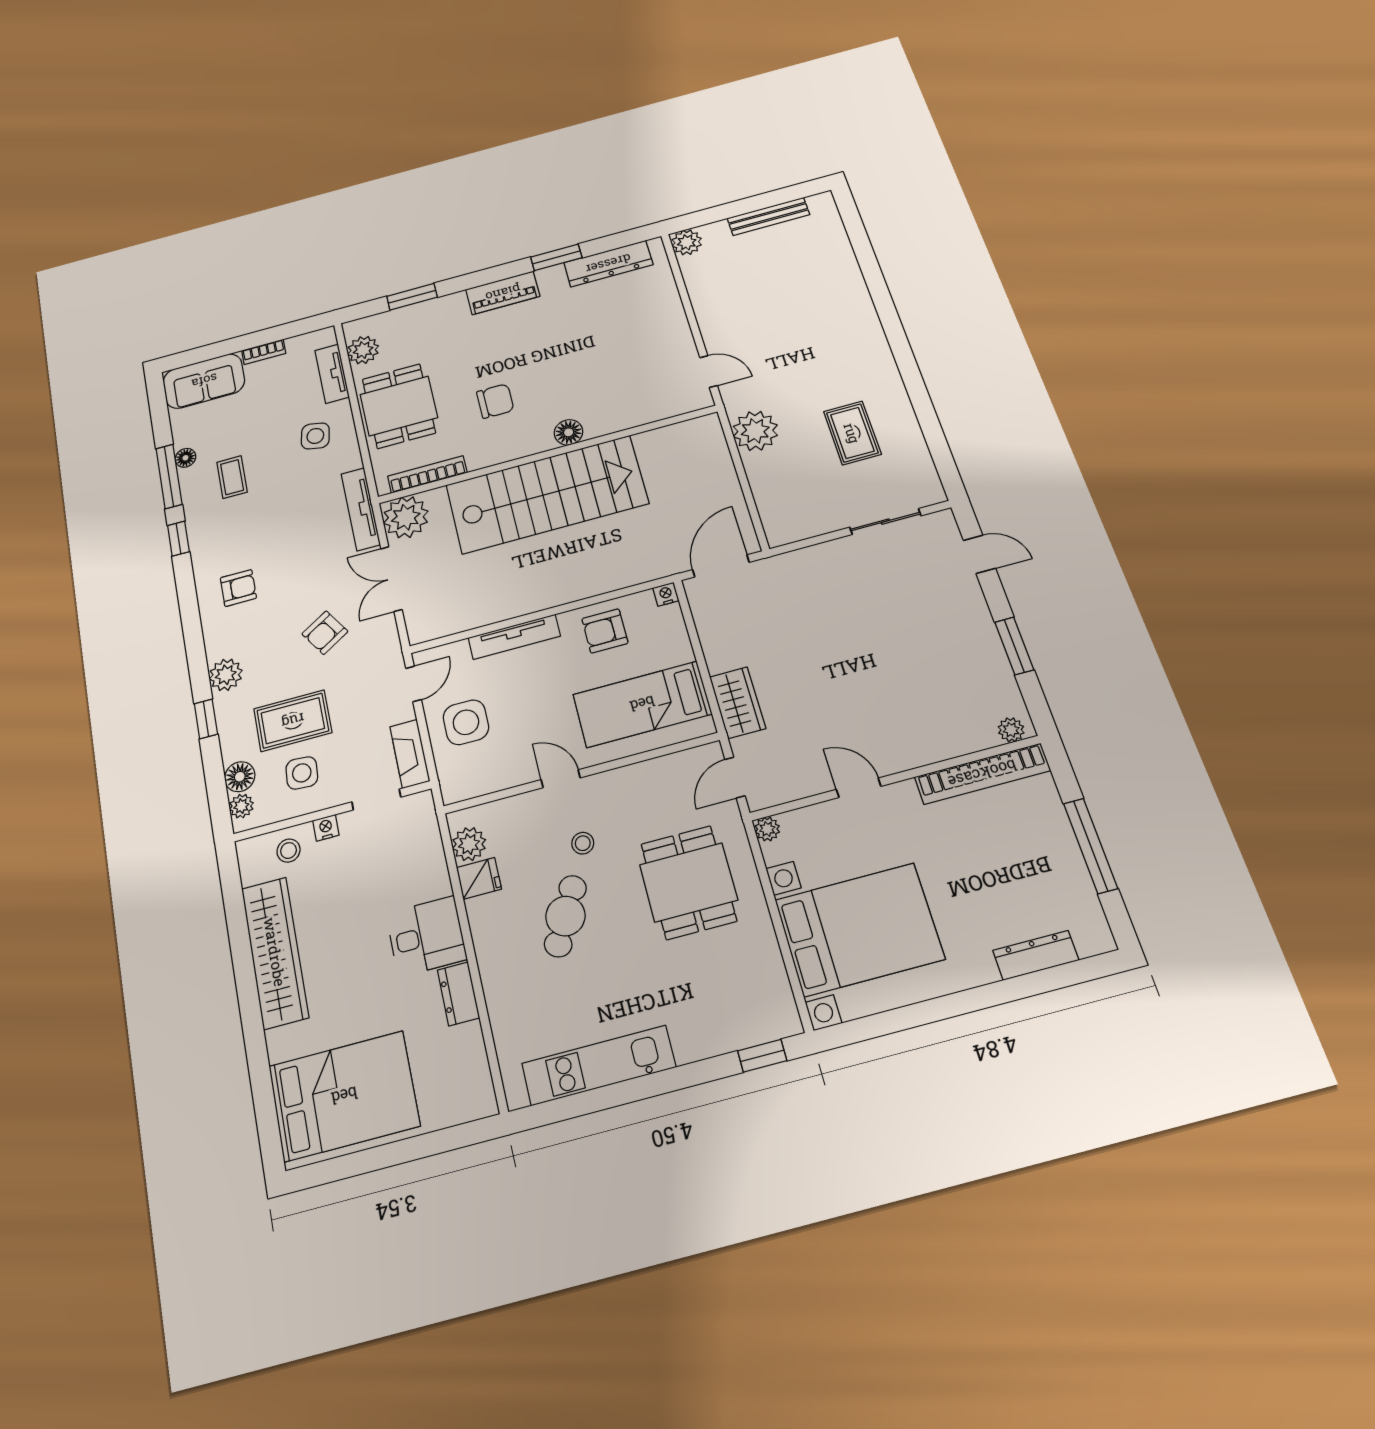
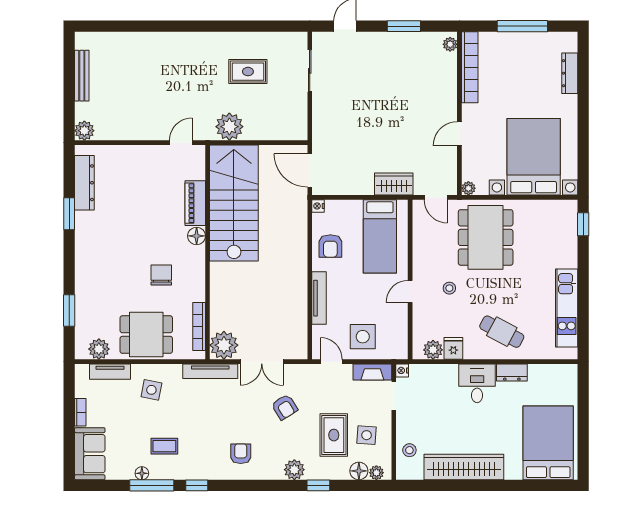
piano: (503, 293) -> (195, 203), moved, turned 180
stairs: (547, 494) -> (234, 203), moved
nightstand: (326, 828) -> (402, 370), moved
dining table: (689, 882) -> (486, 237), width x1.38
cafe table: (565, 916) -> (502, 332), moved

